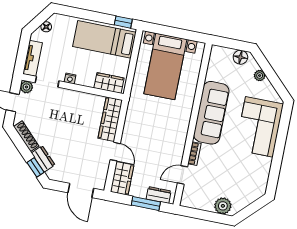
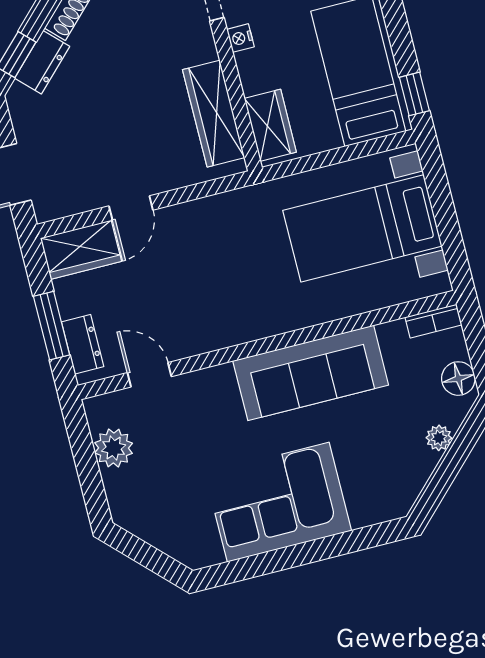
wardrobe: (110, 119) -> (214, 114), moved, turned -90
corner sofa: (259, 127) -> (278, 502), moved
bookcase: (194, 154) -> (434, 321), moved
plant: (223, 206) -> (114, 448), moved

